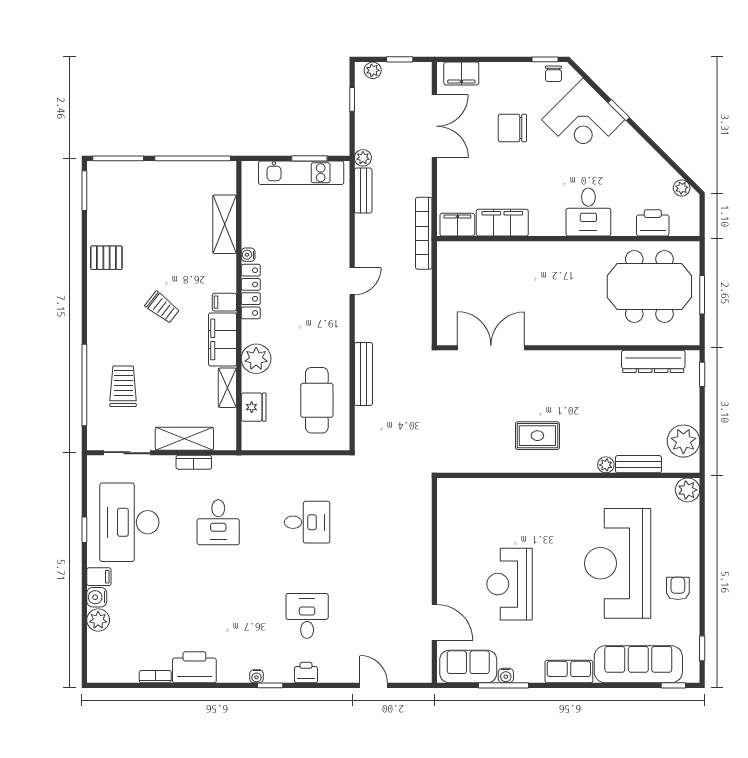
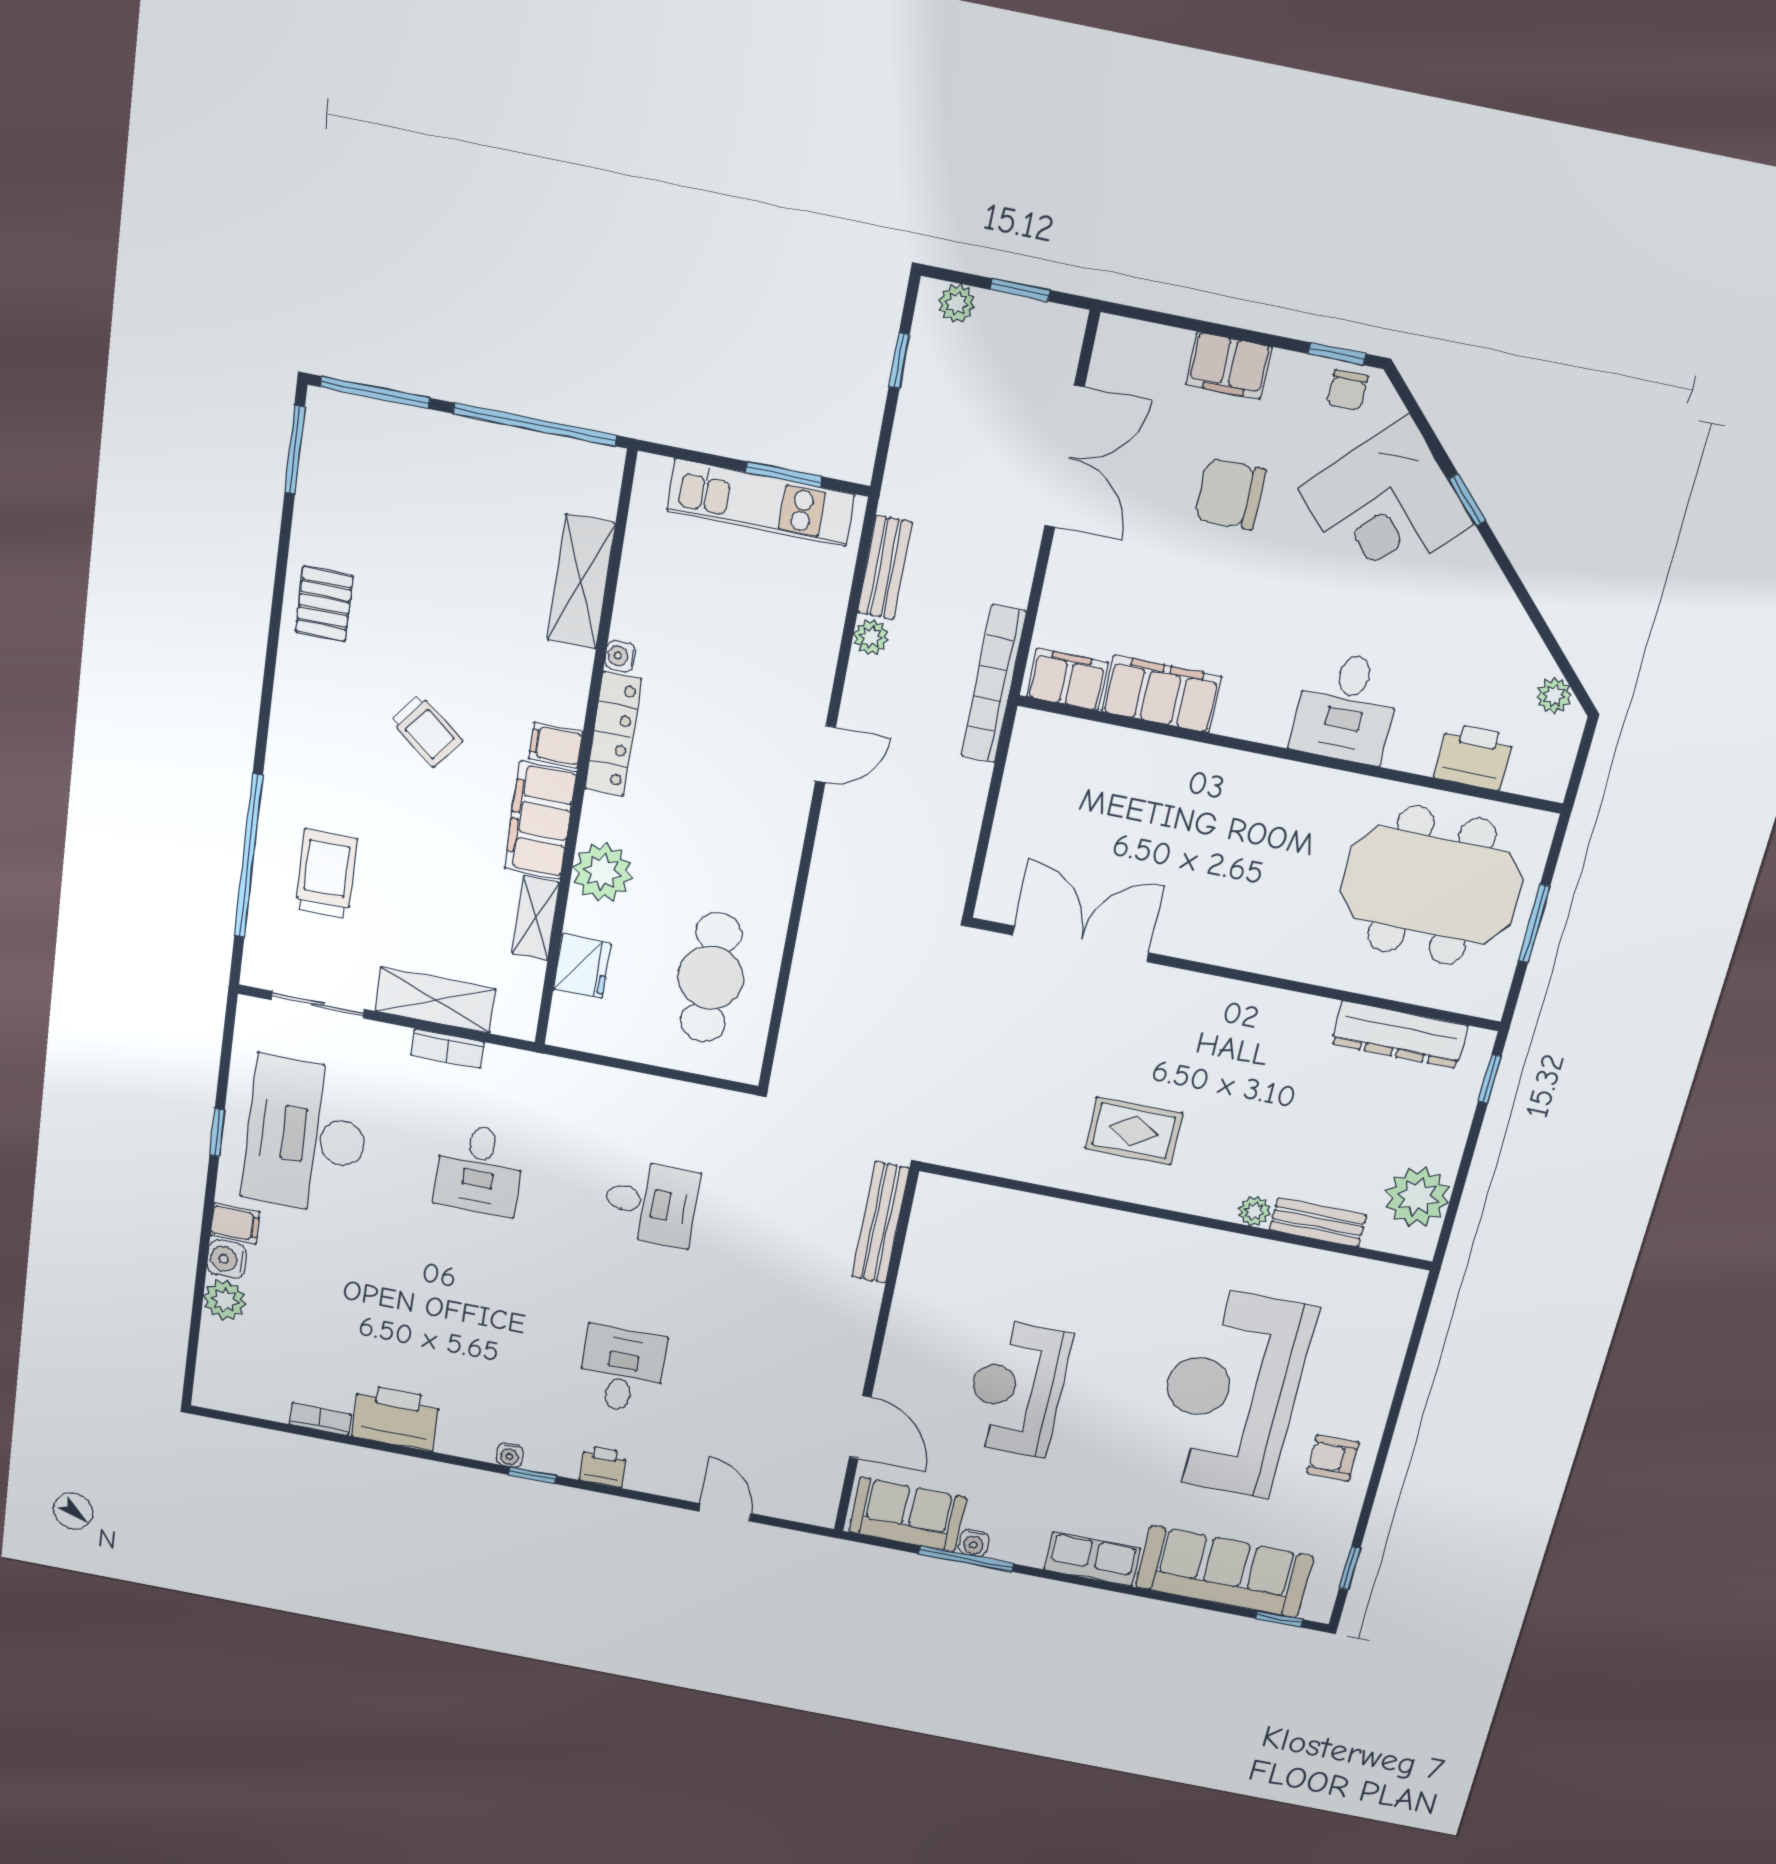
filing cabinet: (461, 74) -> (1229, 366), moved
plant: (363, 158) -> (871, 637), moved
pallet: (106, 258) -> (324, 604), turned 90
bench: (363, 374) -> (880, 1223), moved
plant: (688, 490) -> (1400, 1288), removed
armchair: (678, 588) -> (1333, 1458), turned -90

